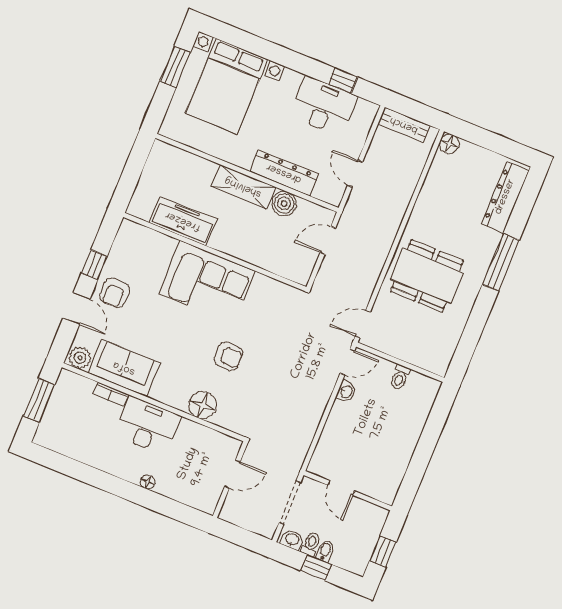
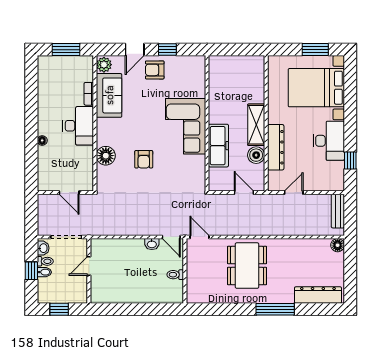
desk: (324, 106) -> (329, 141), moved
freezer: (183, 221) -> (218, 146), moved

